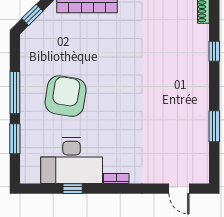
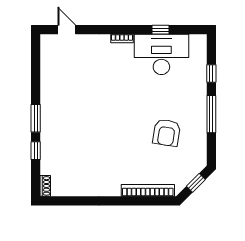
armchair: (66, 96) -> (167, 133), moved, width x0.73, depth x0.73
window: (214, 126) -> (36, 118), moved
window: (15, 139) -> (211, 73), width x0.67

